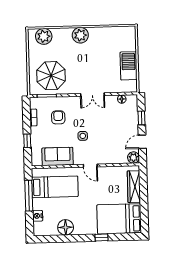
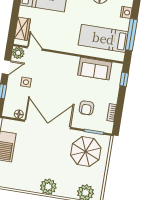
double door: (92, 95) -> (47, 124), width x1.87
side table: (83, 136) -> (26, 82), moved
window: (27, 141) -> (124, 79), moved
door: (90, 166) -> (35, 48), moved
wardrobe: (134, 187) -> (22, 29), width x0.67

